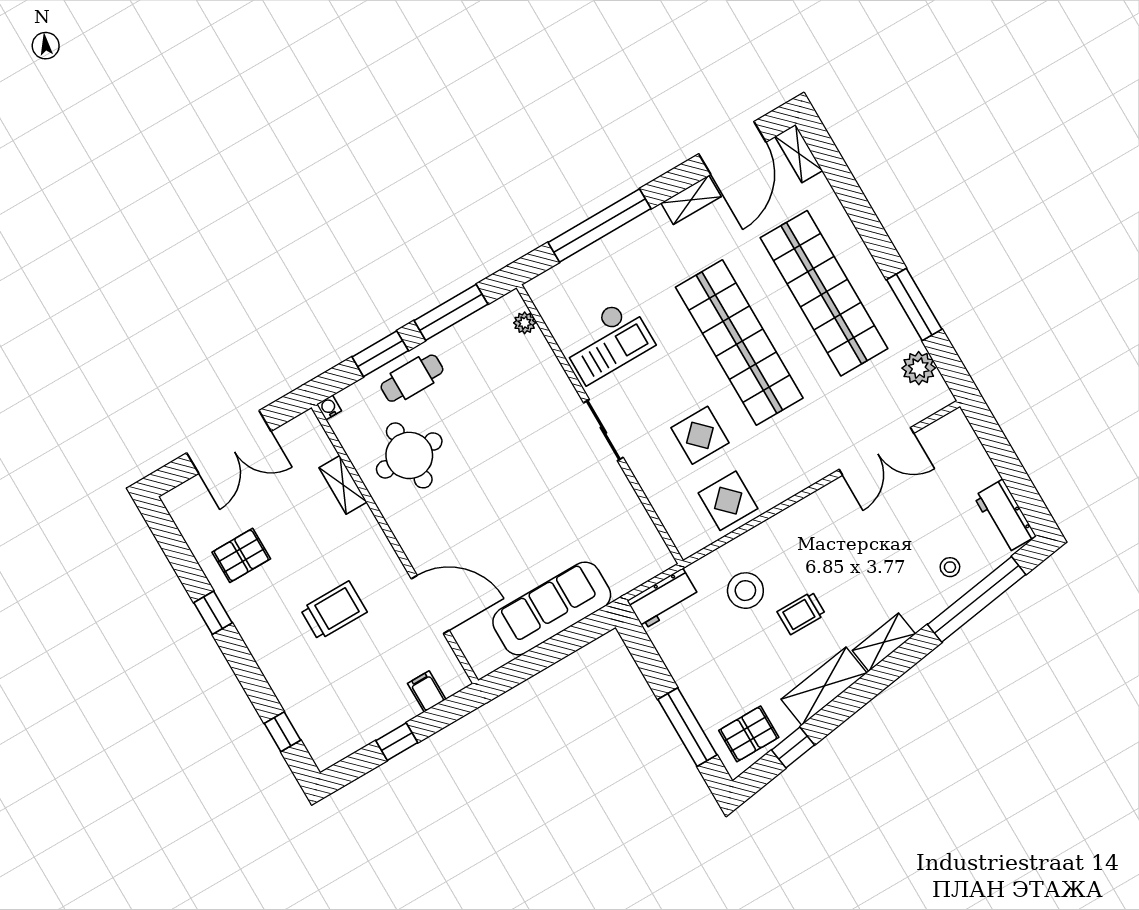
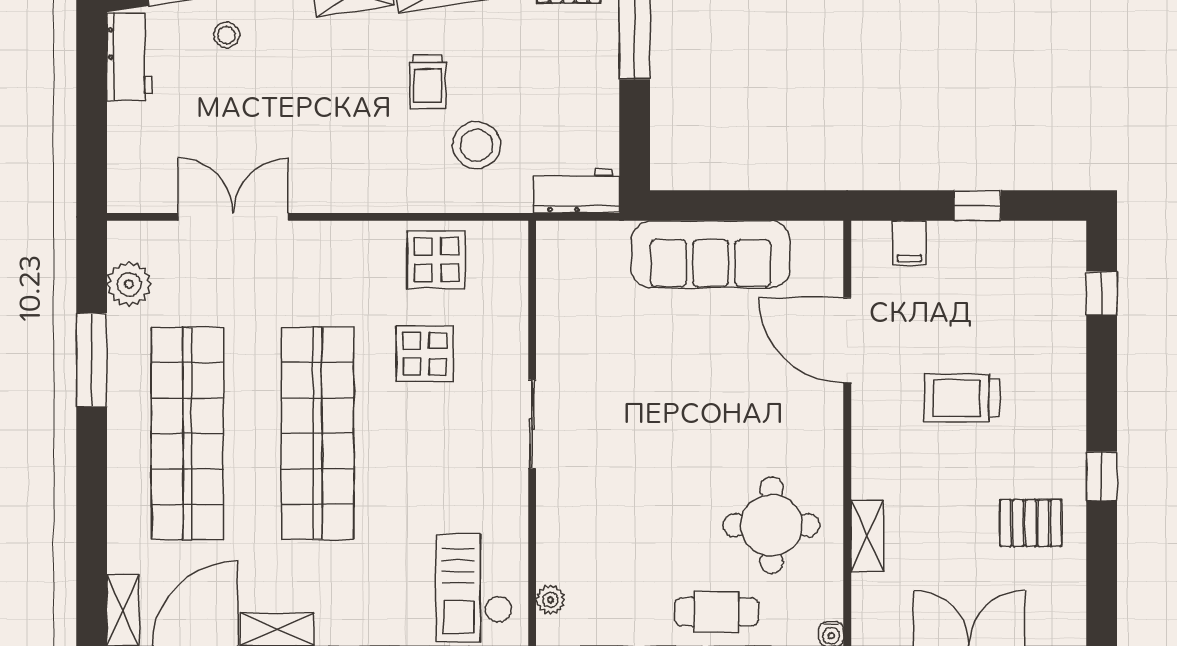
checkout: (607, 341) -> (474, 588), moved, turned -90
trolley: (801, 613) -> (428, 82), turned 90

